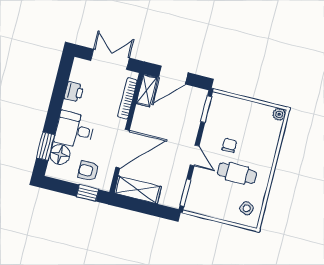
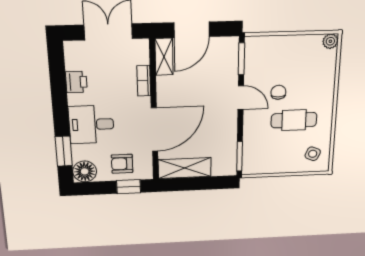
bookcase: (127, 98) -> (144, 81), width x0.64
floor lamp: (60, 155) -> (85, 171), moved
door: (195, 156) -> (241, 98), moved

